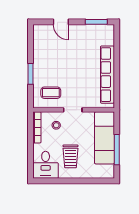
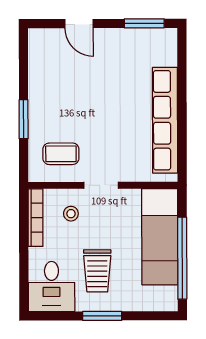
window: (117, 150) -> (182, 258), width x1.46
window: (73, 181) -> (102, 316), added

